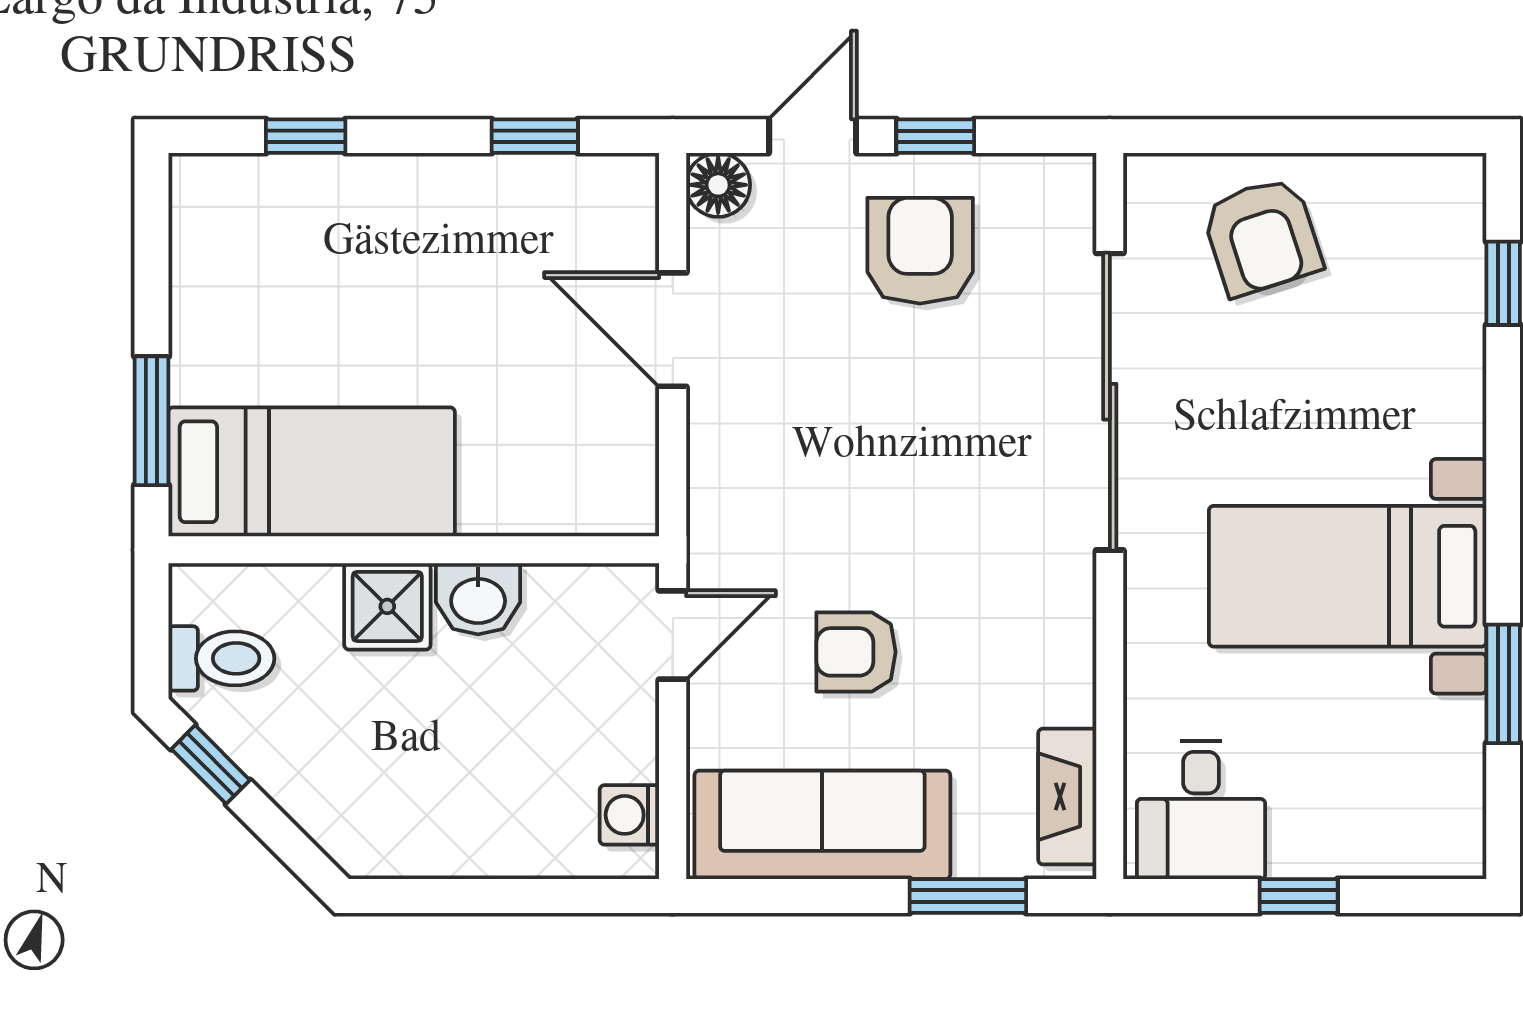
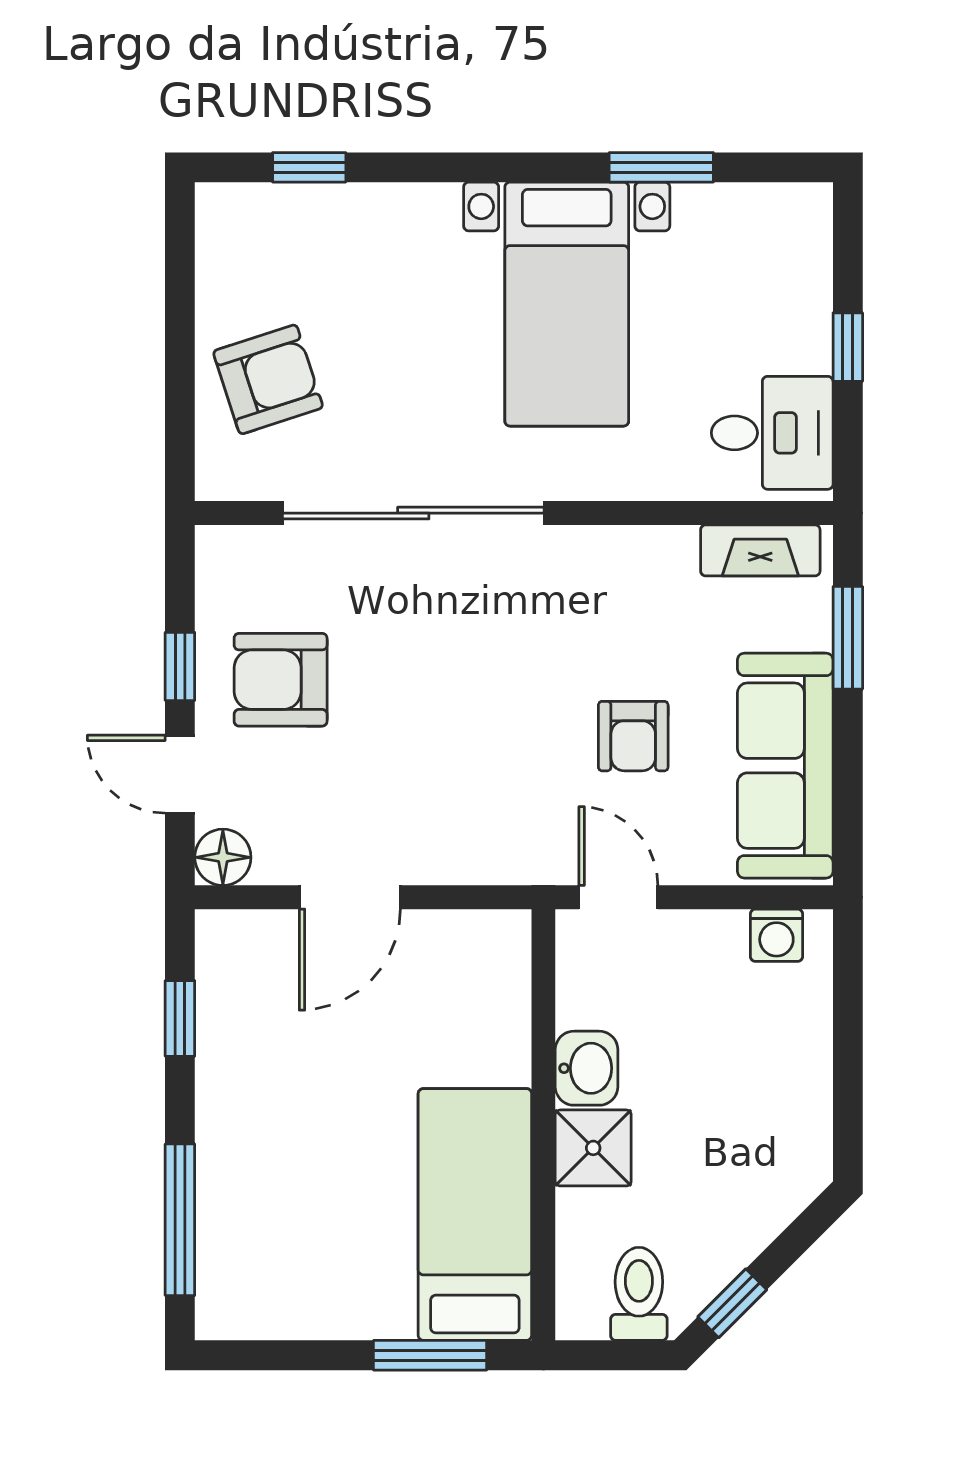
window: (306, 136) -> (180, 1220), width x2.17

